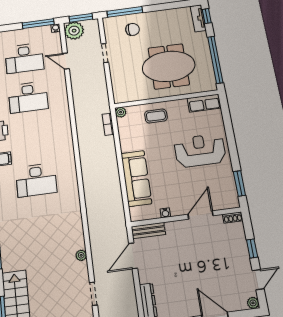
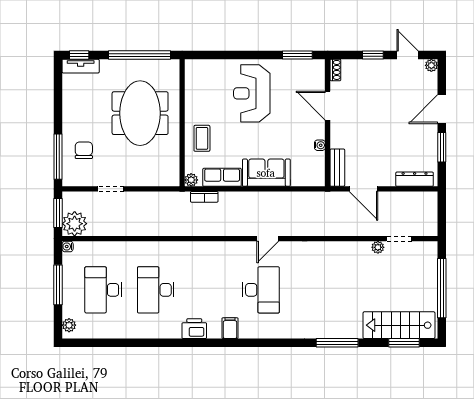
window: (38, 24) -> (58, 285), moved
desk: (24, 58) -> (103, 290), turned 180
door: (66, 61) -> (268, 239), moved
desk: (28, 97) -> (156, 290), turned 180
row of seats: (204, 103) -> (222, 177), moved, turned -90
sofa: (136, 178) -> (266, 173), width x0.73
plant: (81, 255) -> (378, 247), moved

